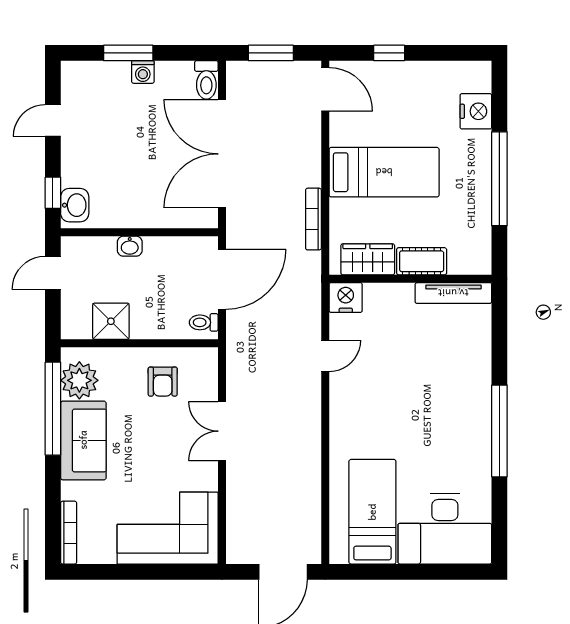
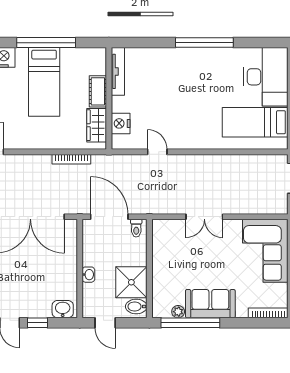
bed: (384, 172) -> (44, 82), moved, turned 180
window: (53, 193) -> (37, 323), moved
nightstand: (346, 298) -> (121, 123), moved
shower: (111, 321) -> (131, 282), width x1.36, depth x1.36
bidet: (79, 322) -> (136, 307), added
plant: (79, 380) -> (178, 312), width x0.53, depth x0.53
armchair: (163, 382) -> (173, 254), removed

